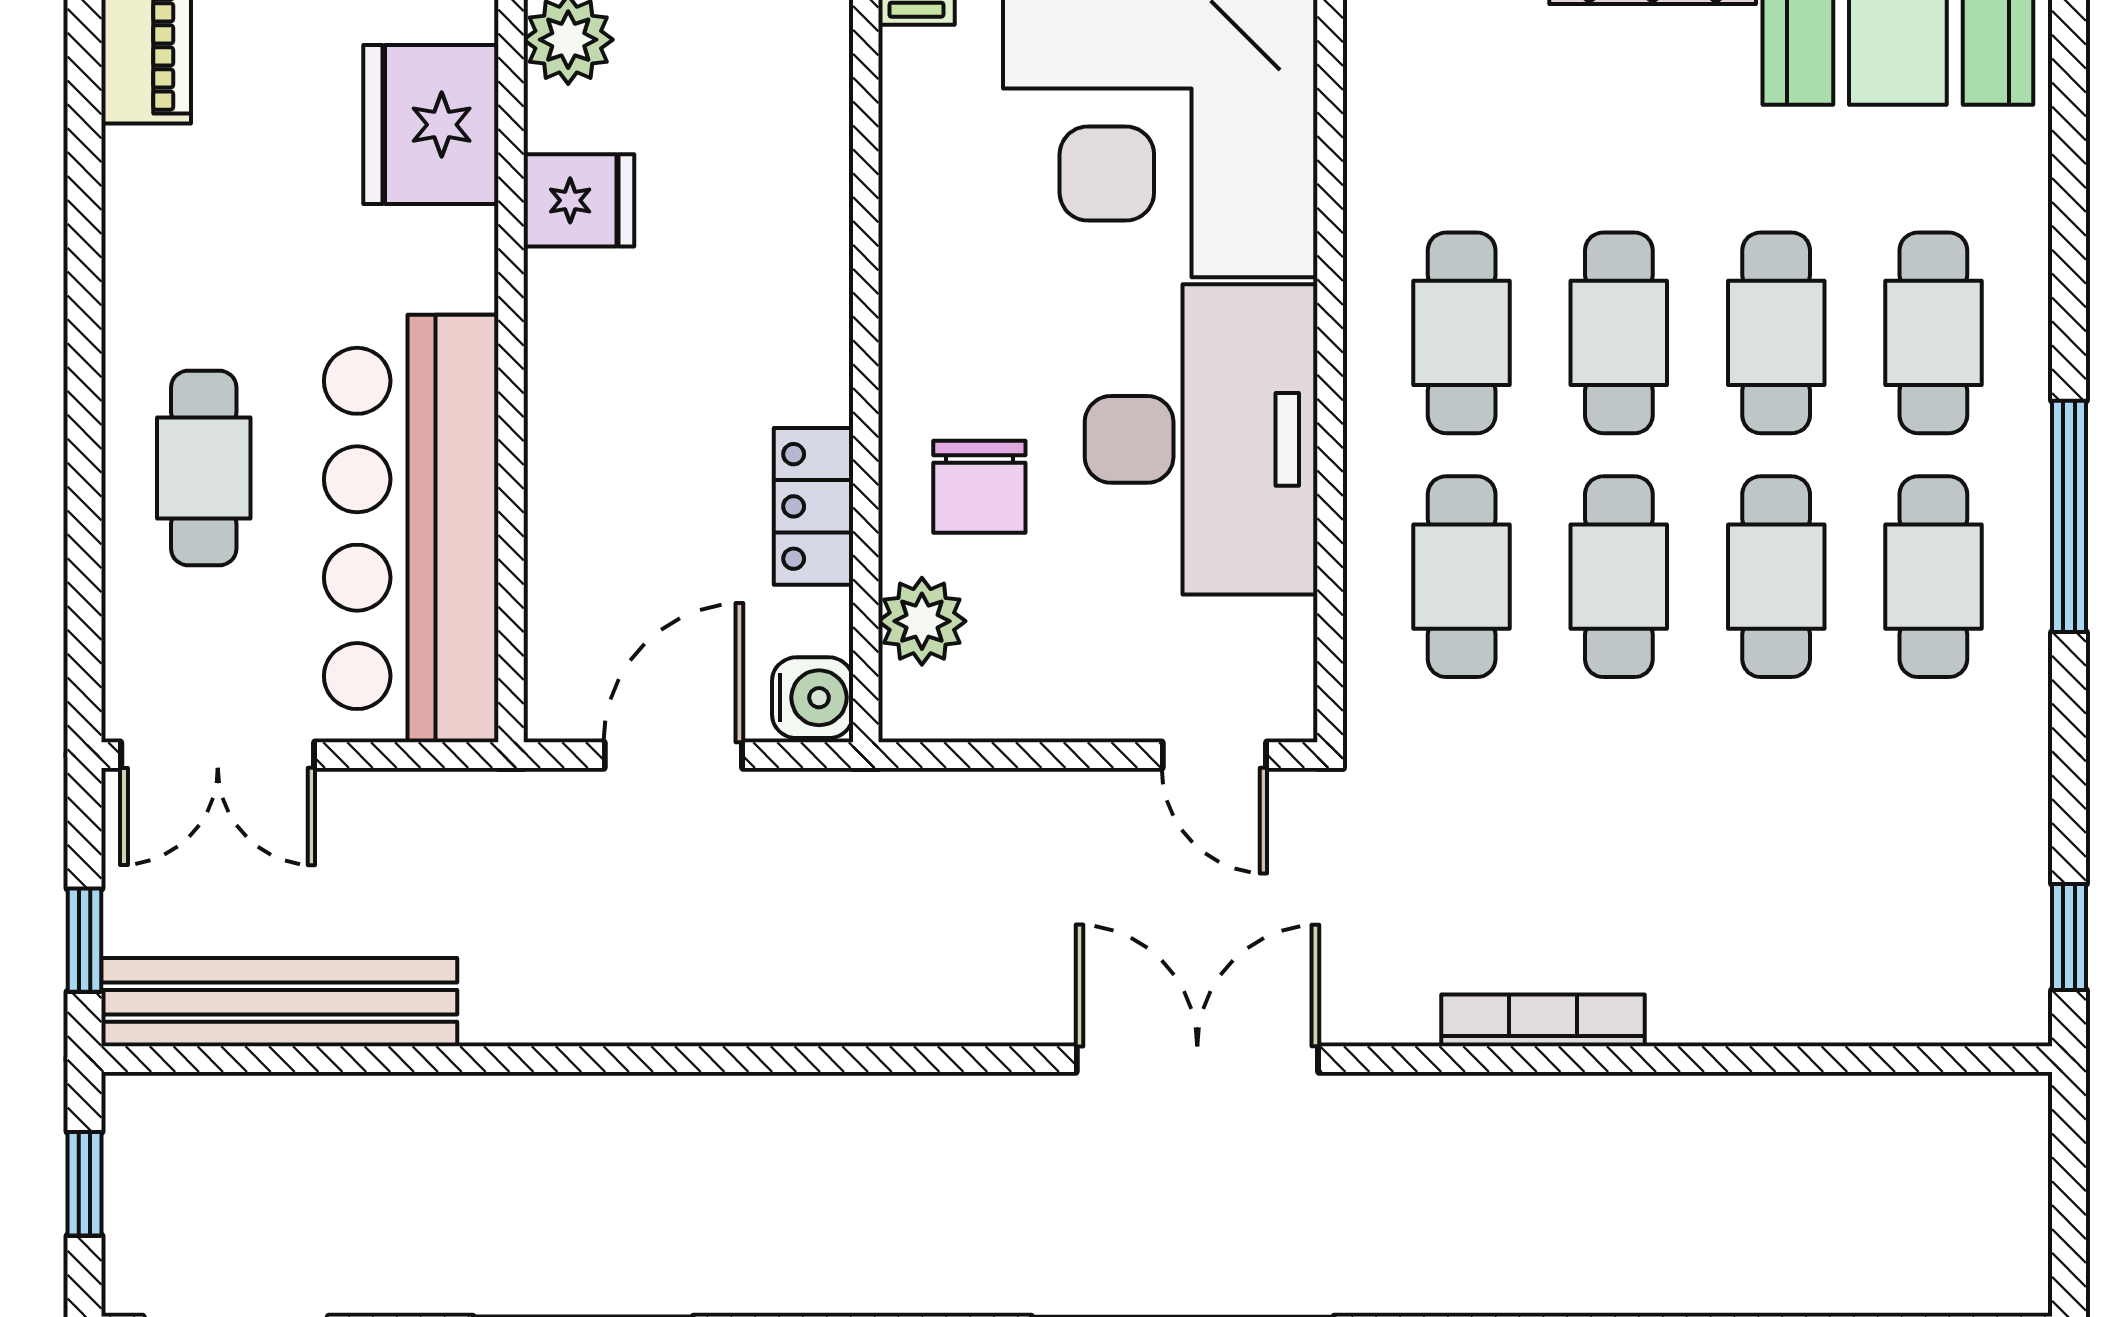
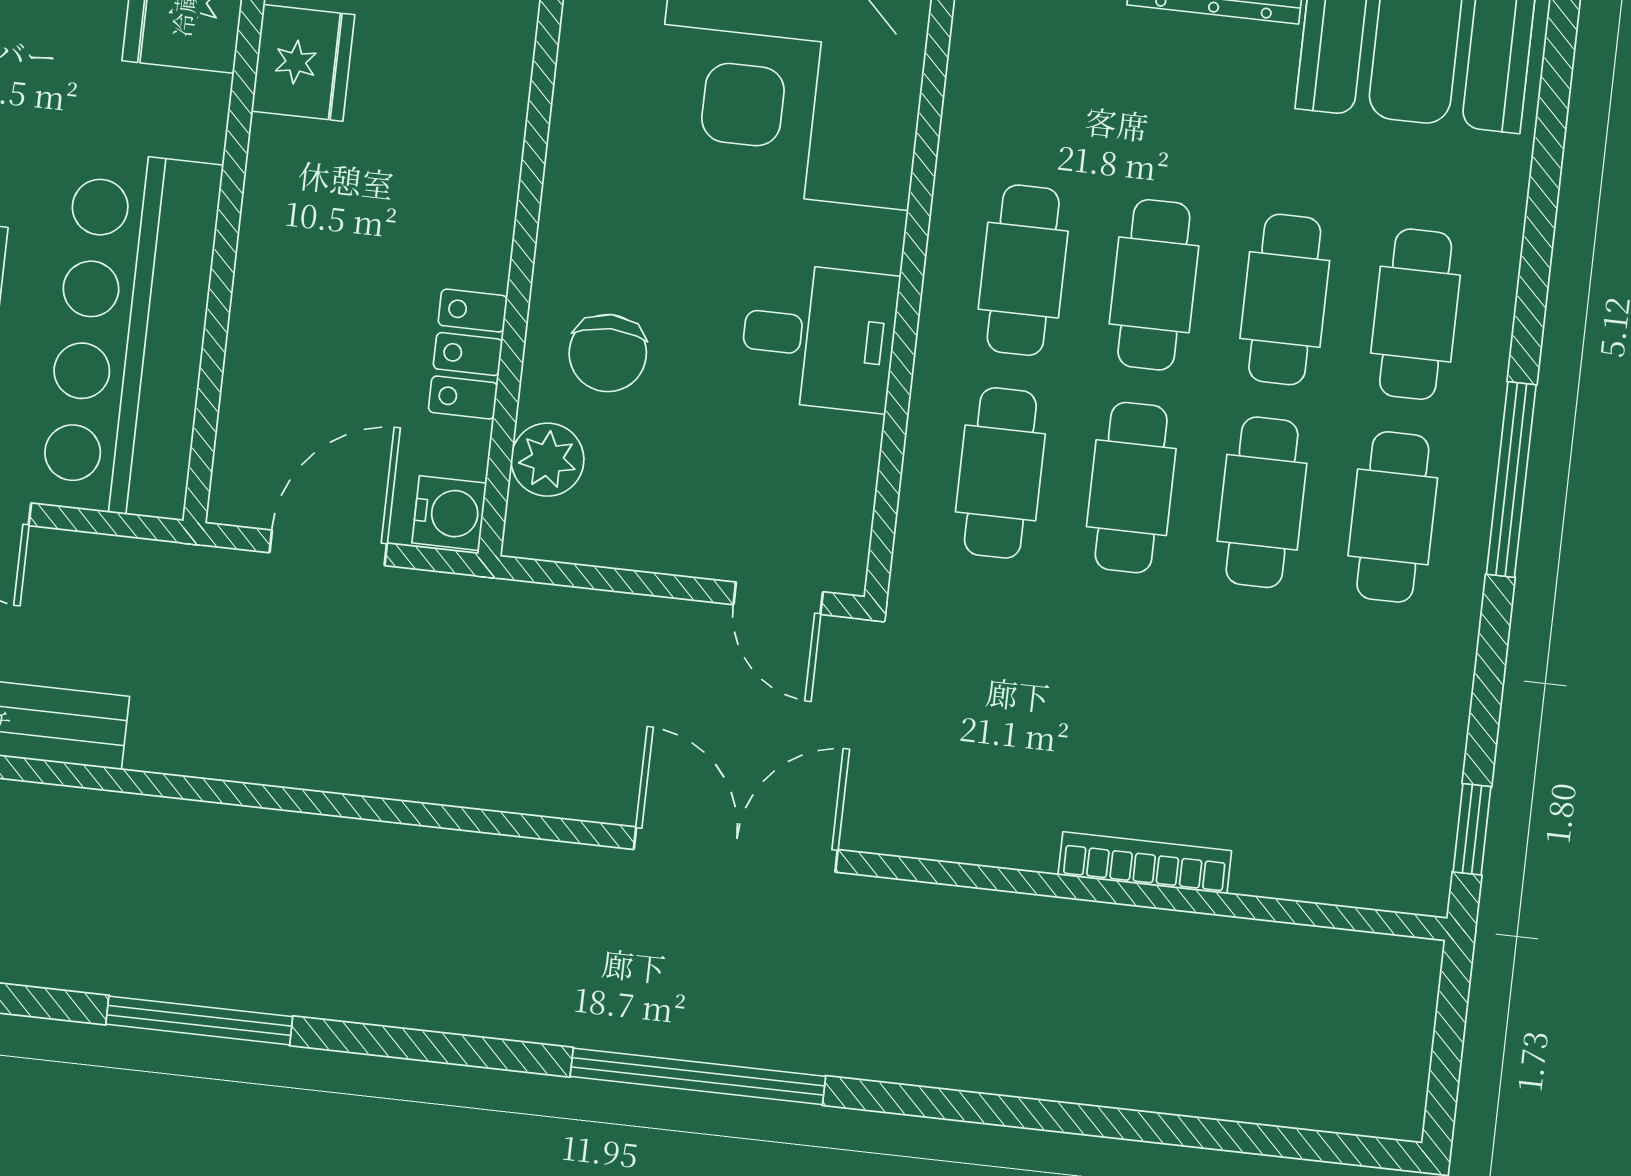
fridge: (579, 200) -> (303, 63), width x1.38
desk: (1201, 439) -> (819, 337), width x0.53, depth x0.77
bookcase: (1543, 1020) -> (1145, 863), moved

